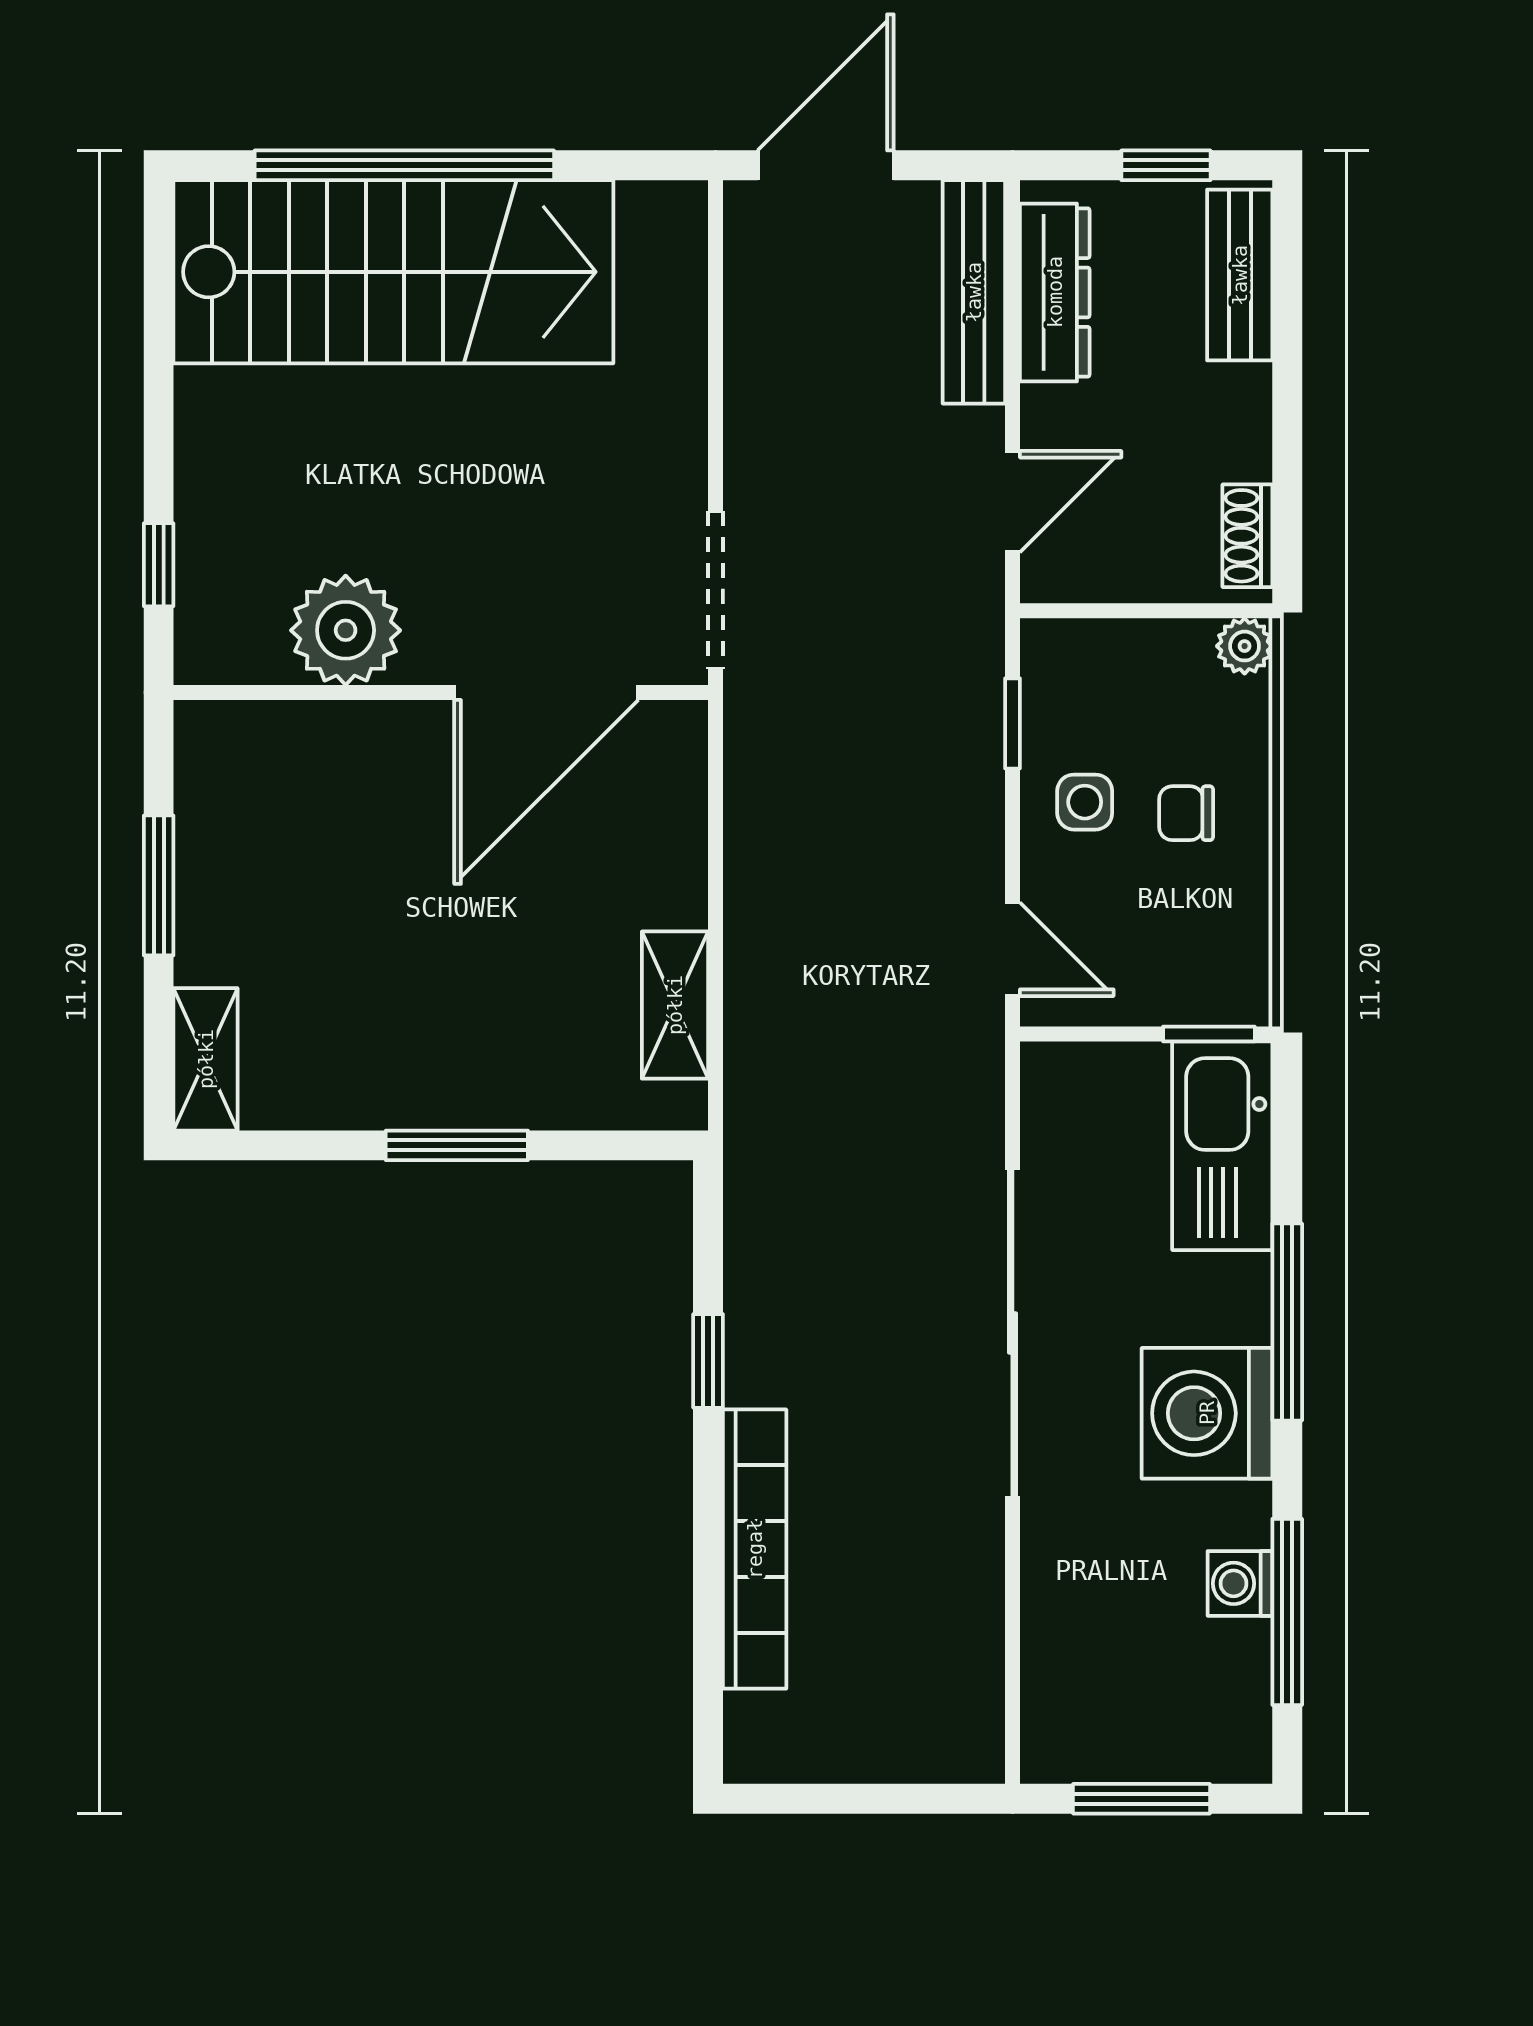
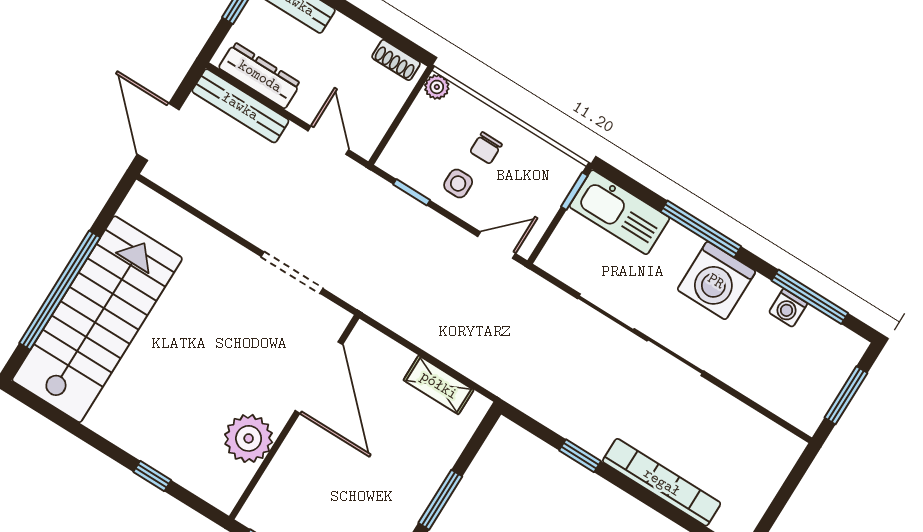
plant: (346, 630) -> (249, 438), moved
wall: (441, 692) -> (294, 417), moved
door: (546, 692) -> (319, 378), moved

